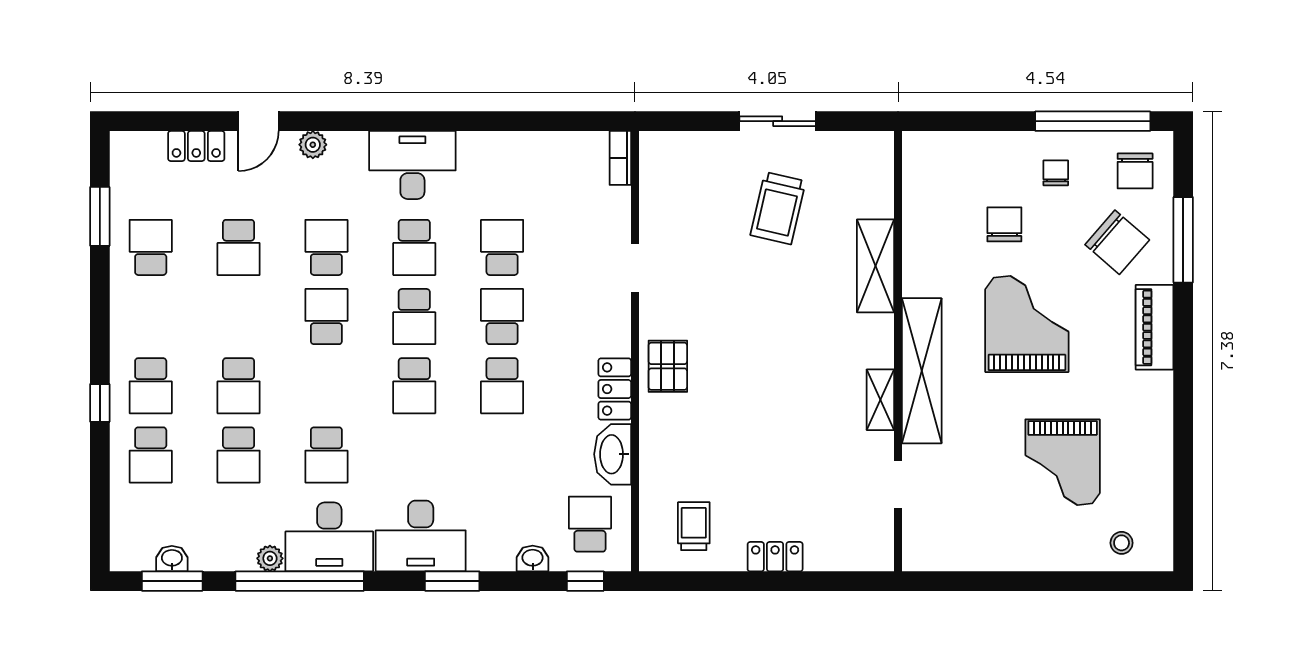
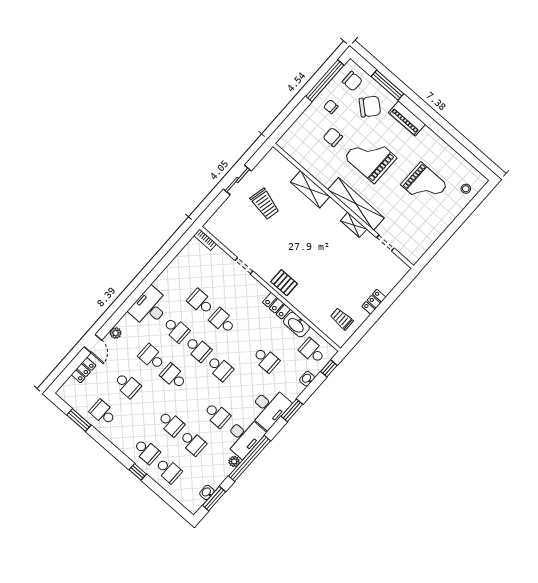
school desk: (502, 386) -> (266, 360), moved

